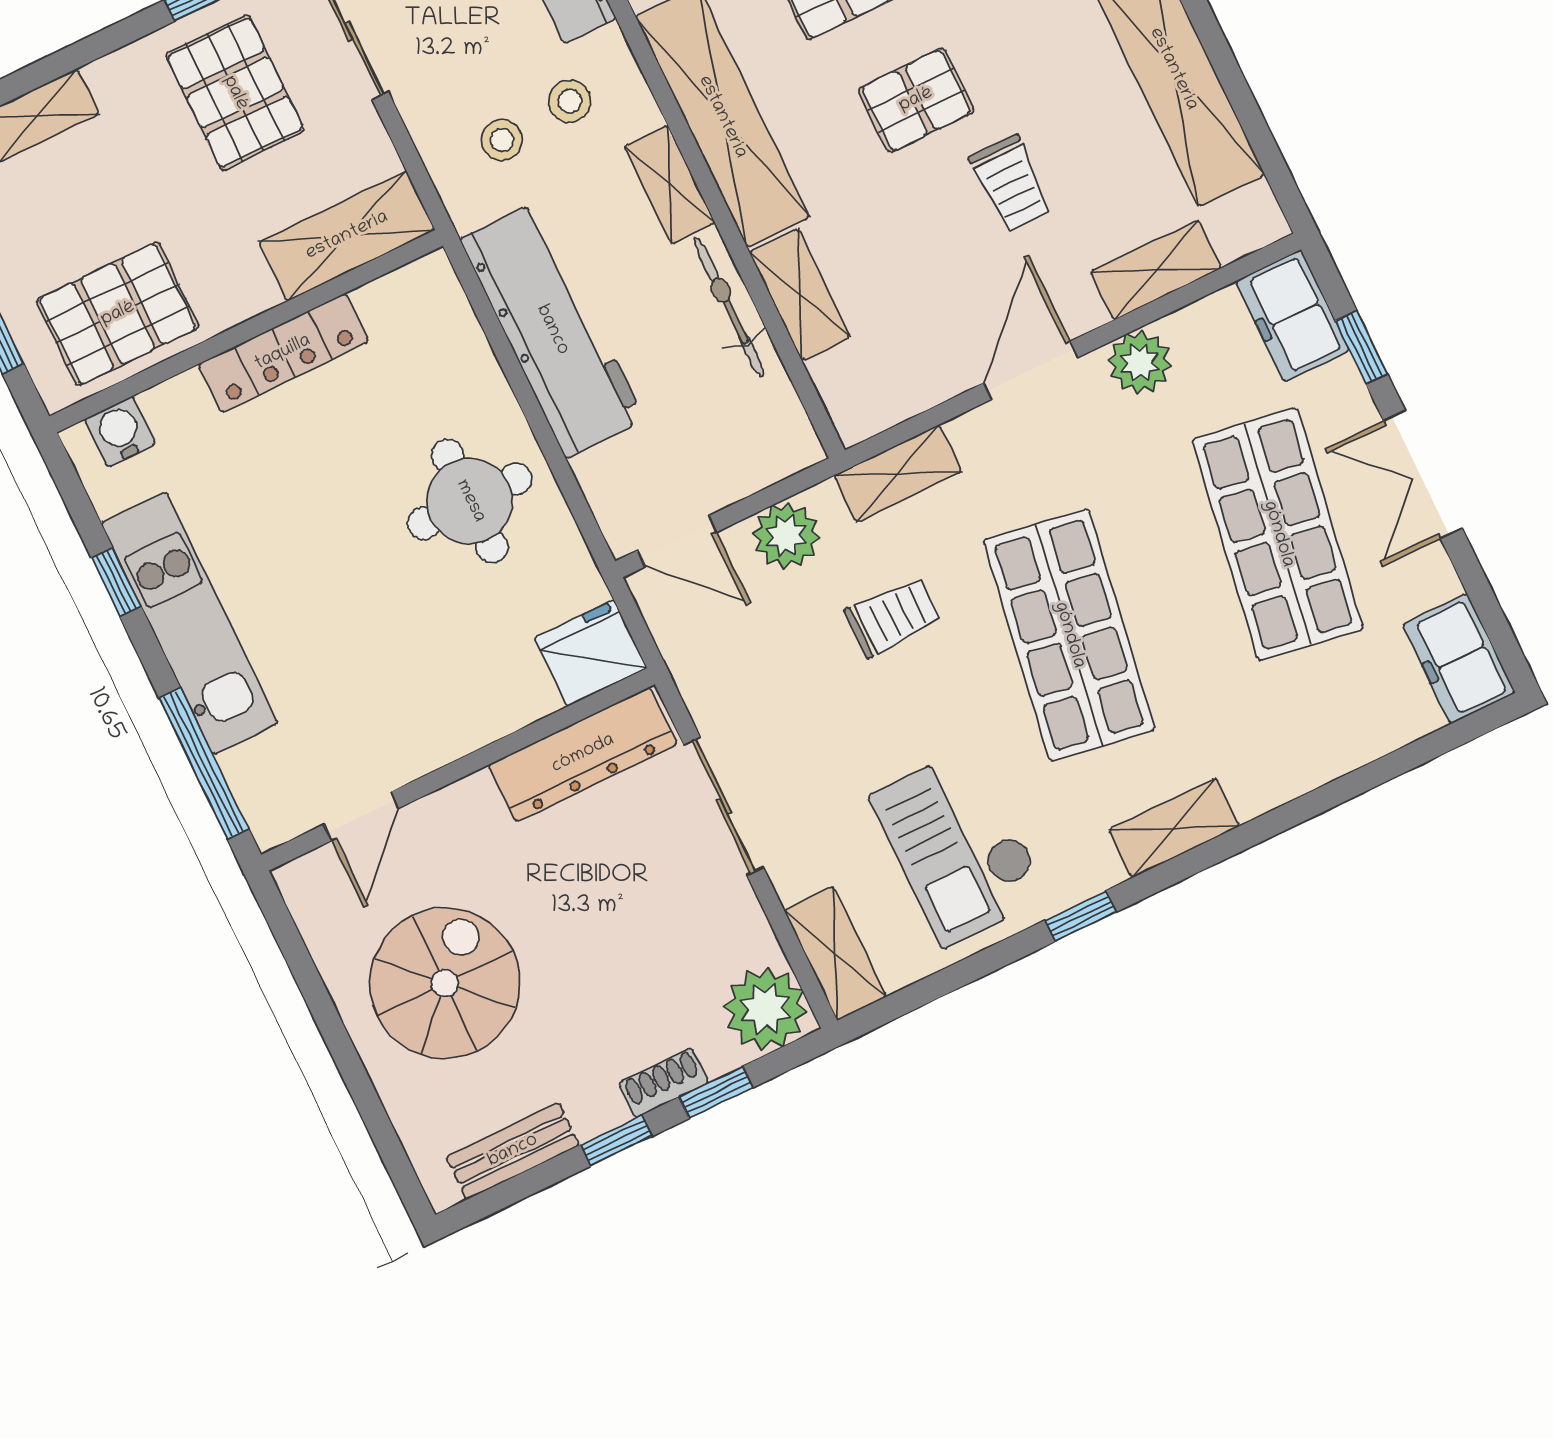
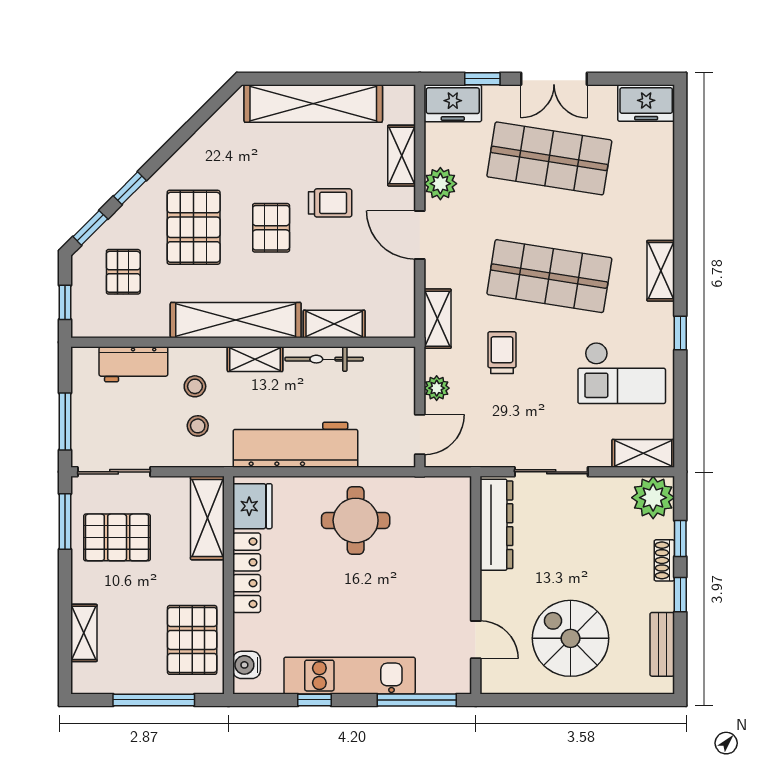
plant: (786, 536) -> (437, 388), width x0.73, depth x0.73
fridge: (591, 653) -> (252, 506), moved, turned 180

